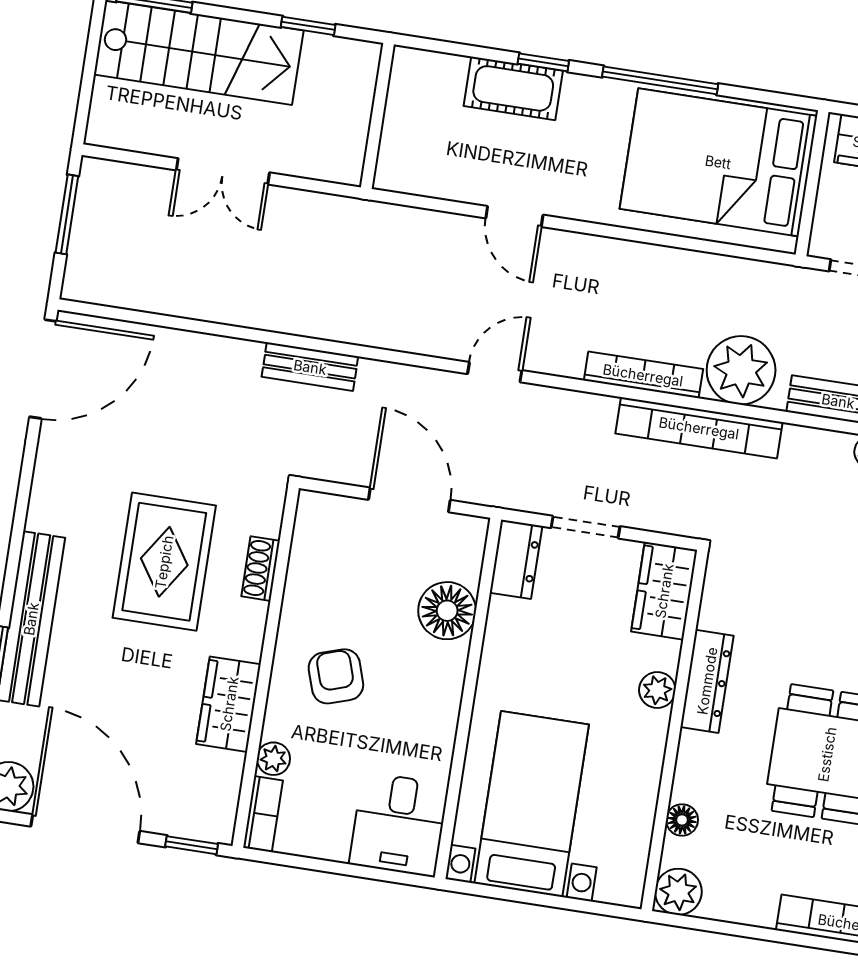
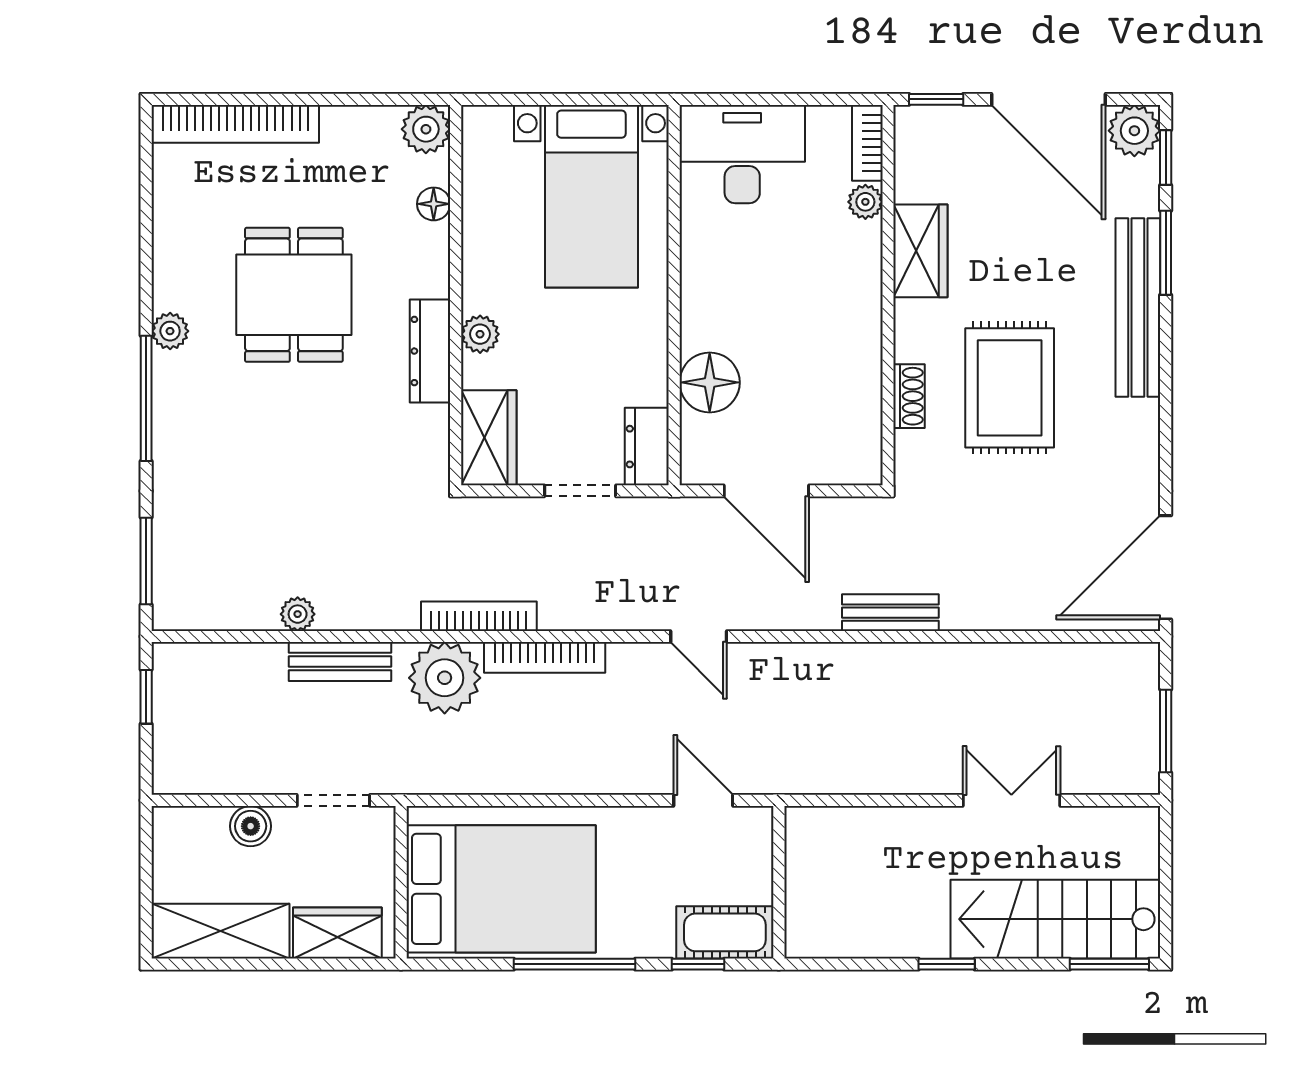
wall: (377, 116) -> (779, 882), moved
door: (495, 372) -> (699, 636), hinge flipped
bookcase: (699, 428) -> (479, 616), width x0.68, depth x0.76
armchair: (336, 676) -> (814, 297), removed
desk: (399, 824) -> (742, 154), width x1.37

